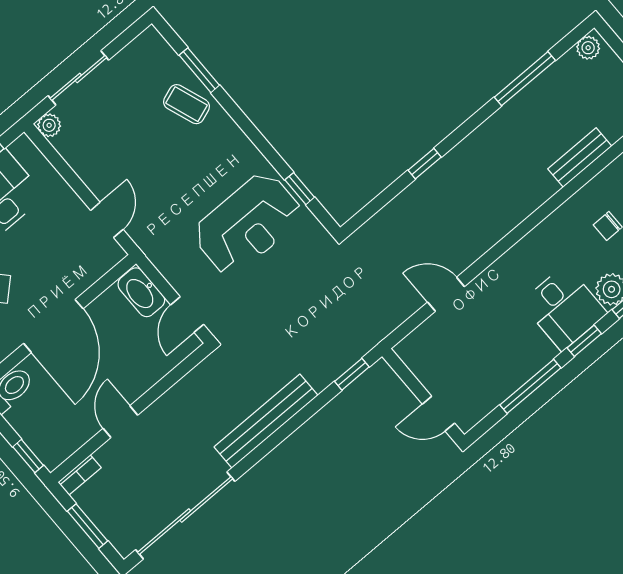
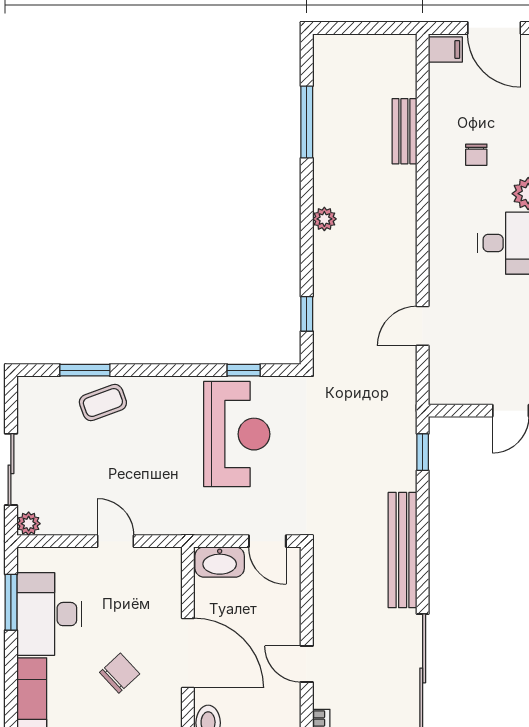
plant: (588, 48) -> (324, 219), moved
window: (425, 164) -> (307, 314), moved
door: (107, 220) -> (115, 541), moved

